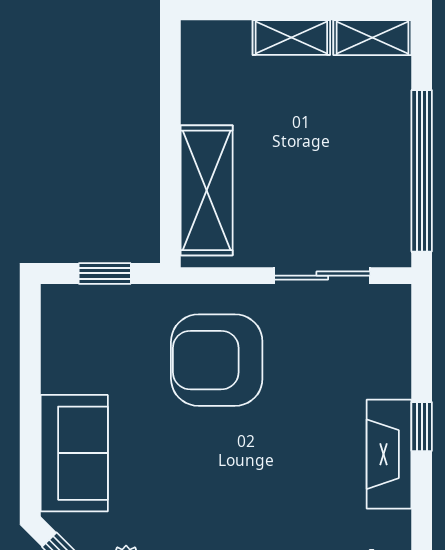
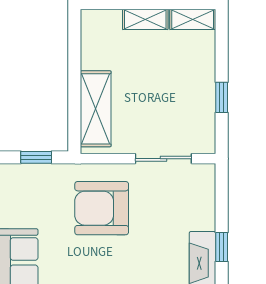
window: (422, 171) -> (222, 97), width x0.32

